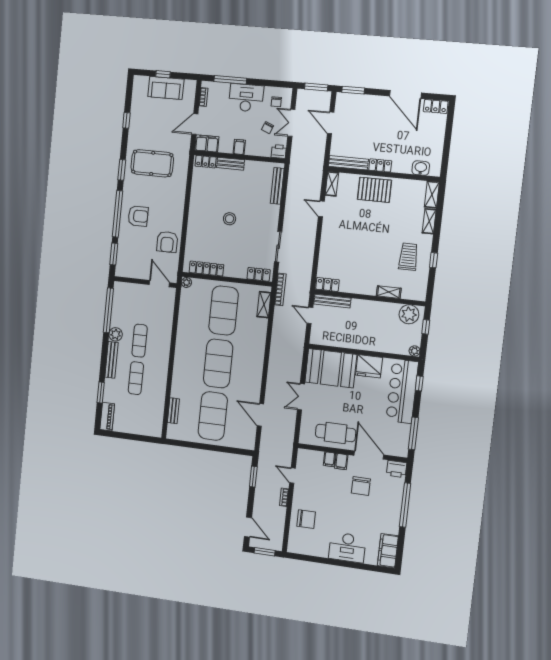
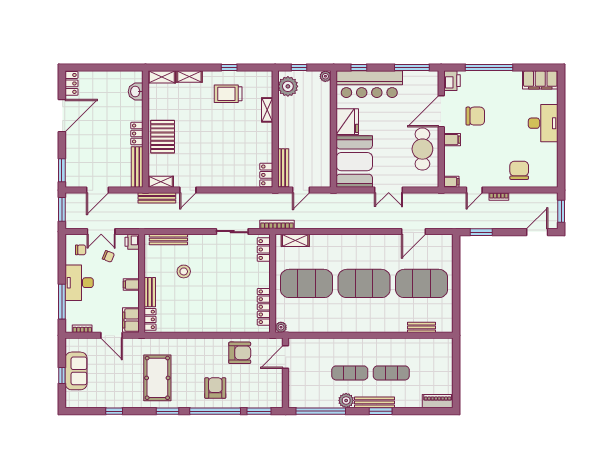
bench: (317, 179) -> (157, 198), added
stool: (230, 219) -> (184, 271), moved
window: (101, 392) -> (381, 411), moved
filing cabinet: (329, 459) -> (451, 182), moved

